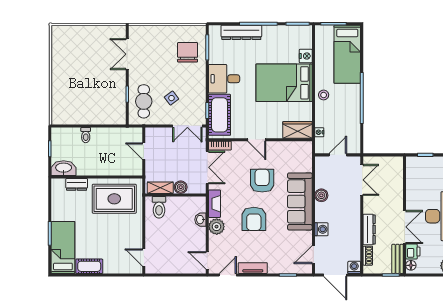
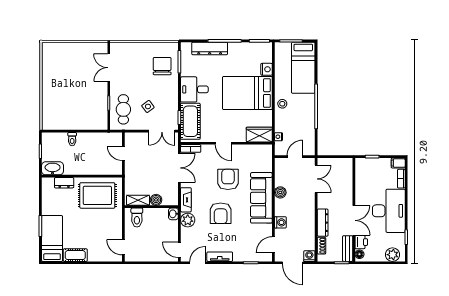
boiler: (181, 187) -> (156, 200), moved
shelving: (160, 188) -> (138, 200), moved
wall: (175, 195) -> (151, 207), moved
toilet: (159, 207) -> (137, 218), moved

